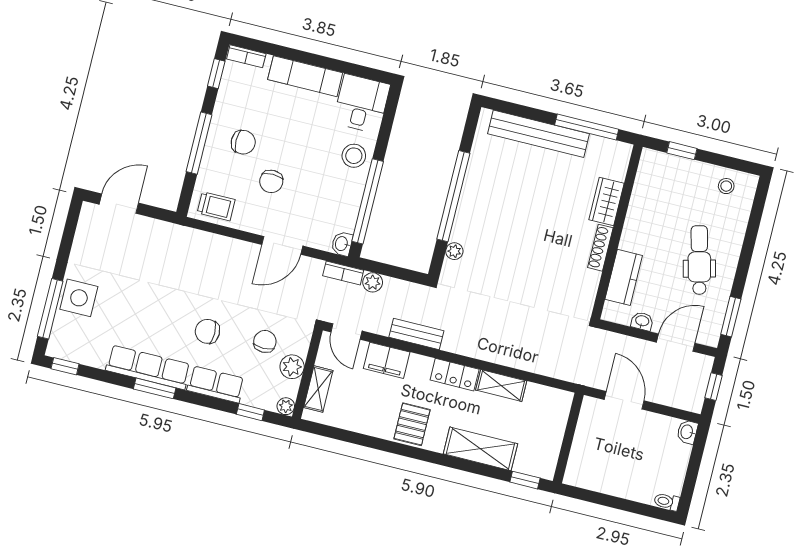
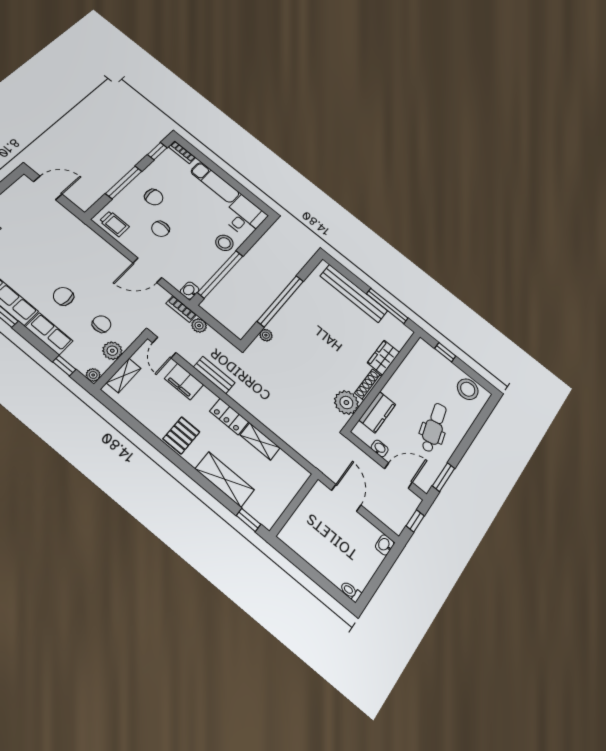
stool: (726, 186) -> (468, 389), width x1.89, depth x1.89
plant: (582, 285) -> (346, 403), added

